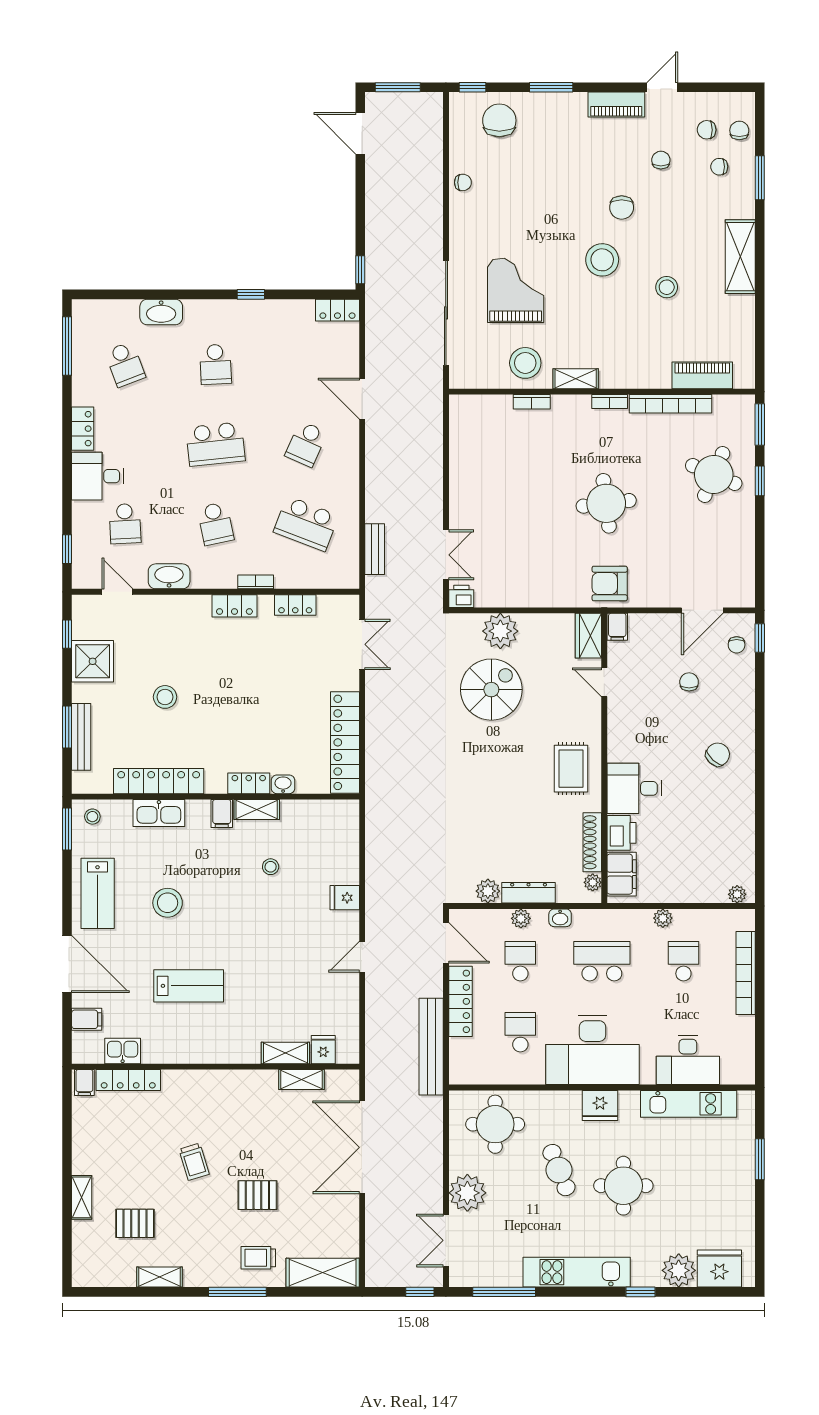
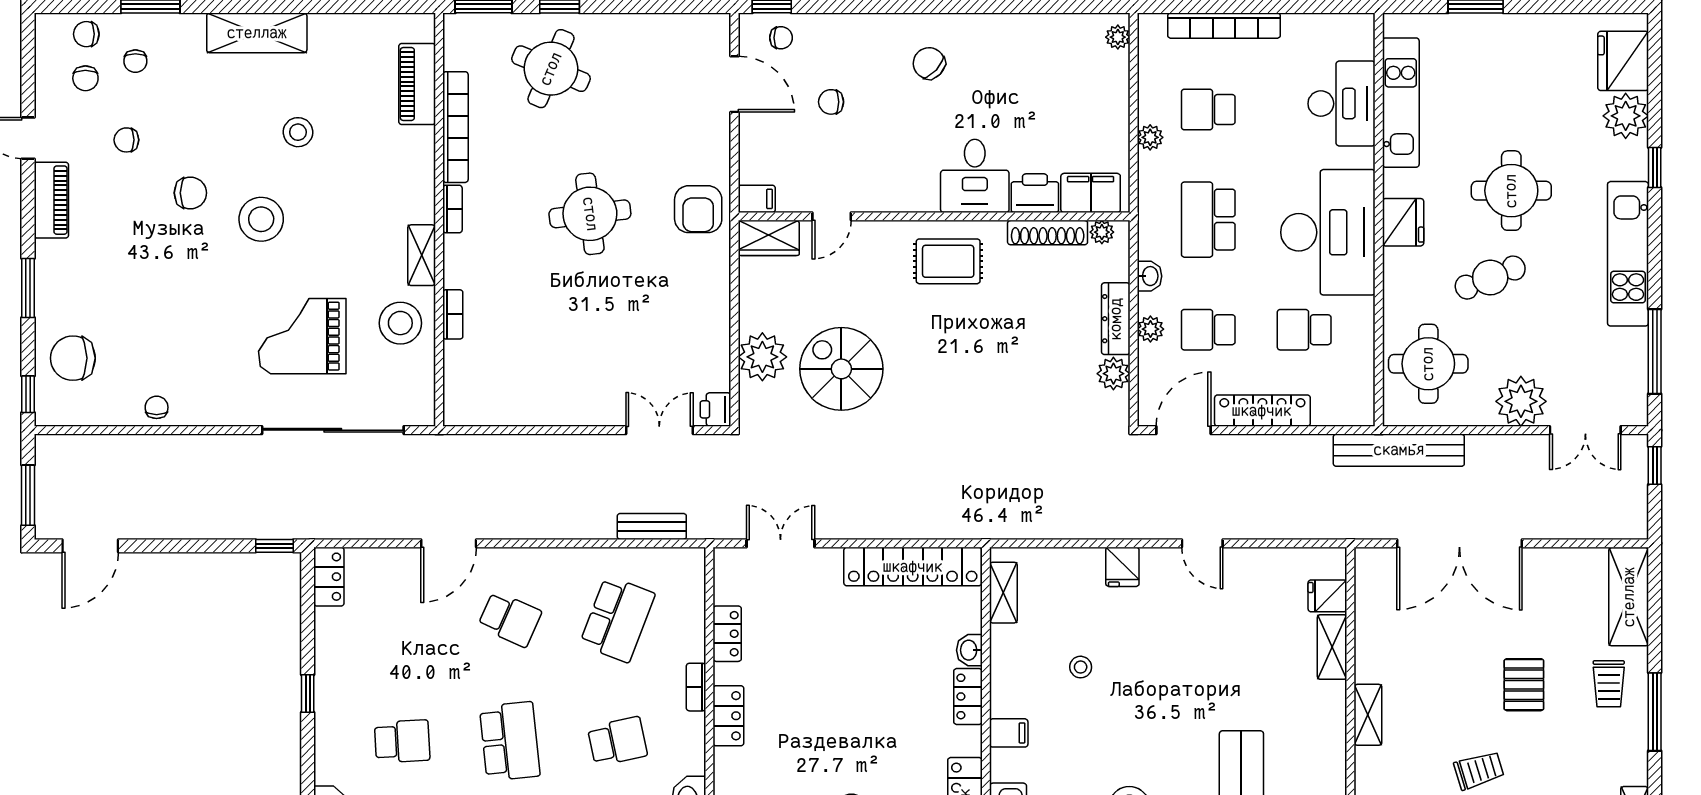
shelving: (257, 810) -> (1003, 593), moved
bench: (431, 1047) -> (1399, 450), moved
shelving: (302, 1080) -> (1368, 715), moved

